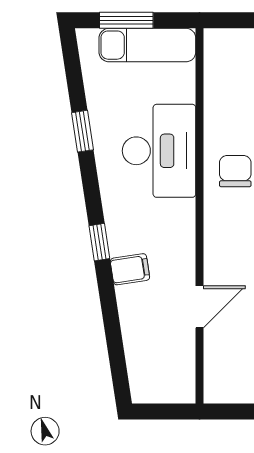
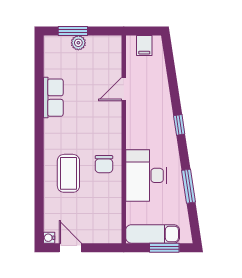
window: (83, 131) -> (189, 186), width x1.50
filing cabinet: (130, 269) -> (144, 46), moved, turned -81

